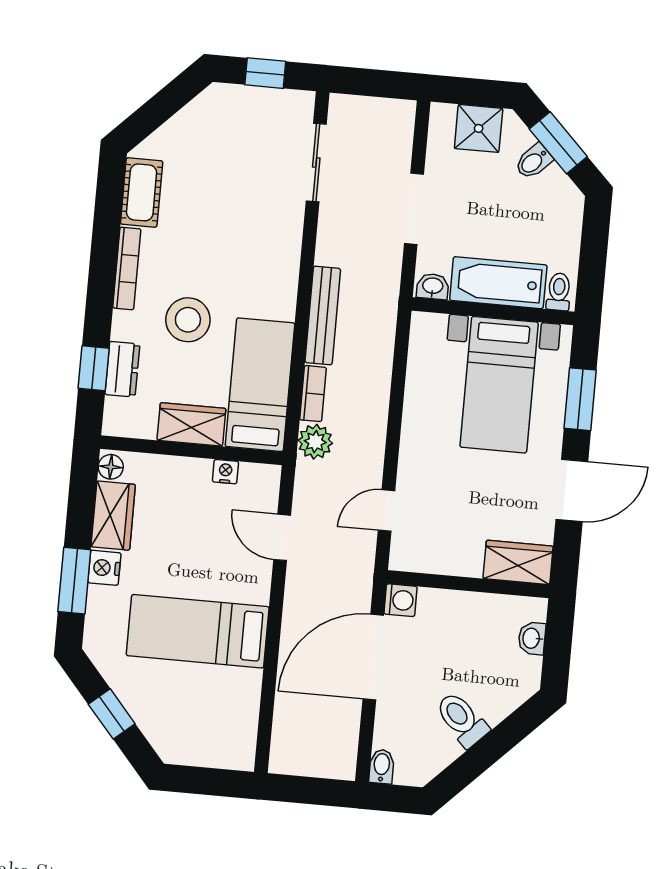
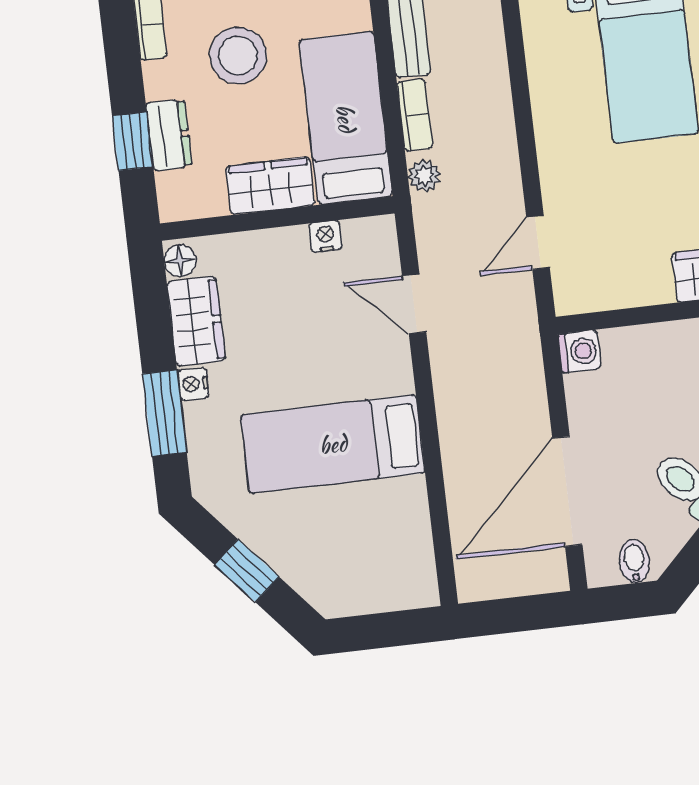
plant: (315, 442) -> (424, 176), width x0.73, depth x0.73
nightstand: (104, 568) -> (193, 384), width x0.72, depth x0.74
door: (373, 657) -> (567, 491), moved
bidet: (382, 766) -> (634, 561), moved

